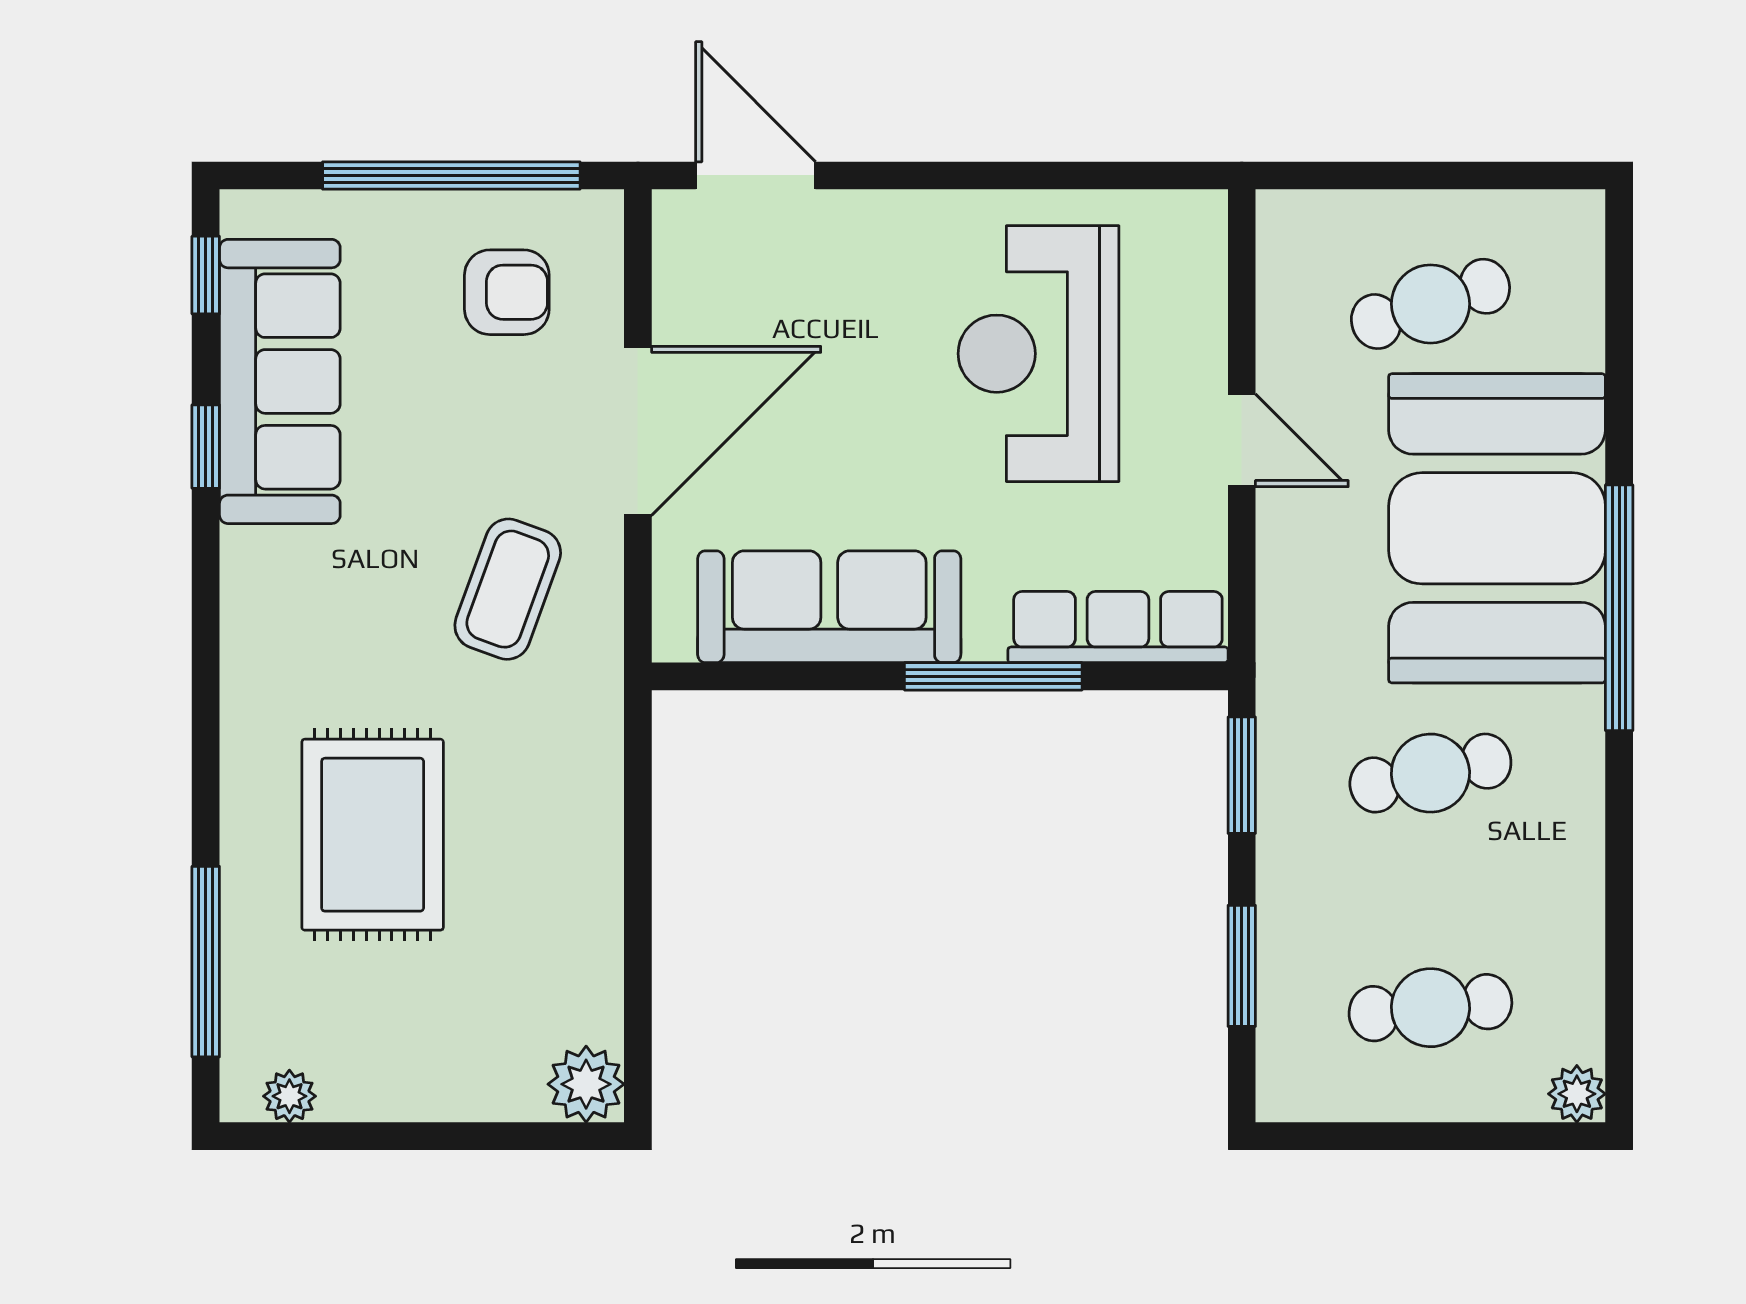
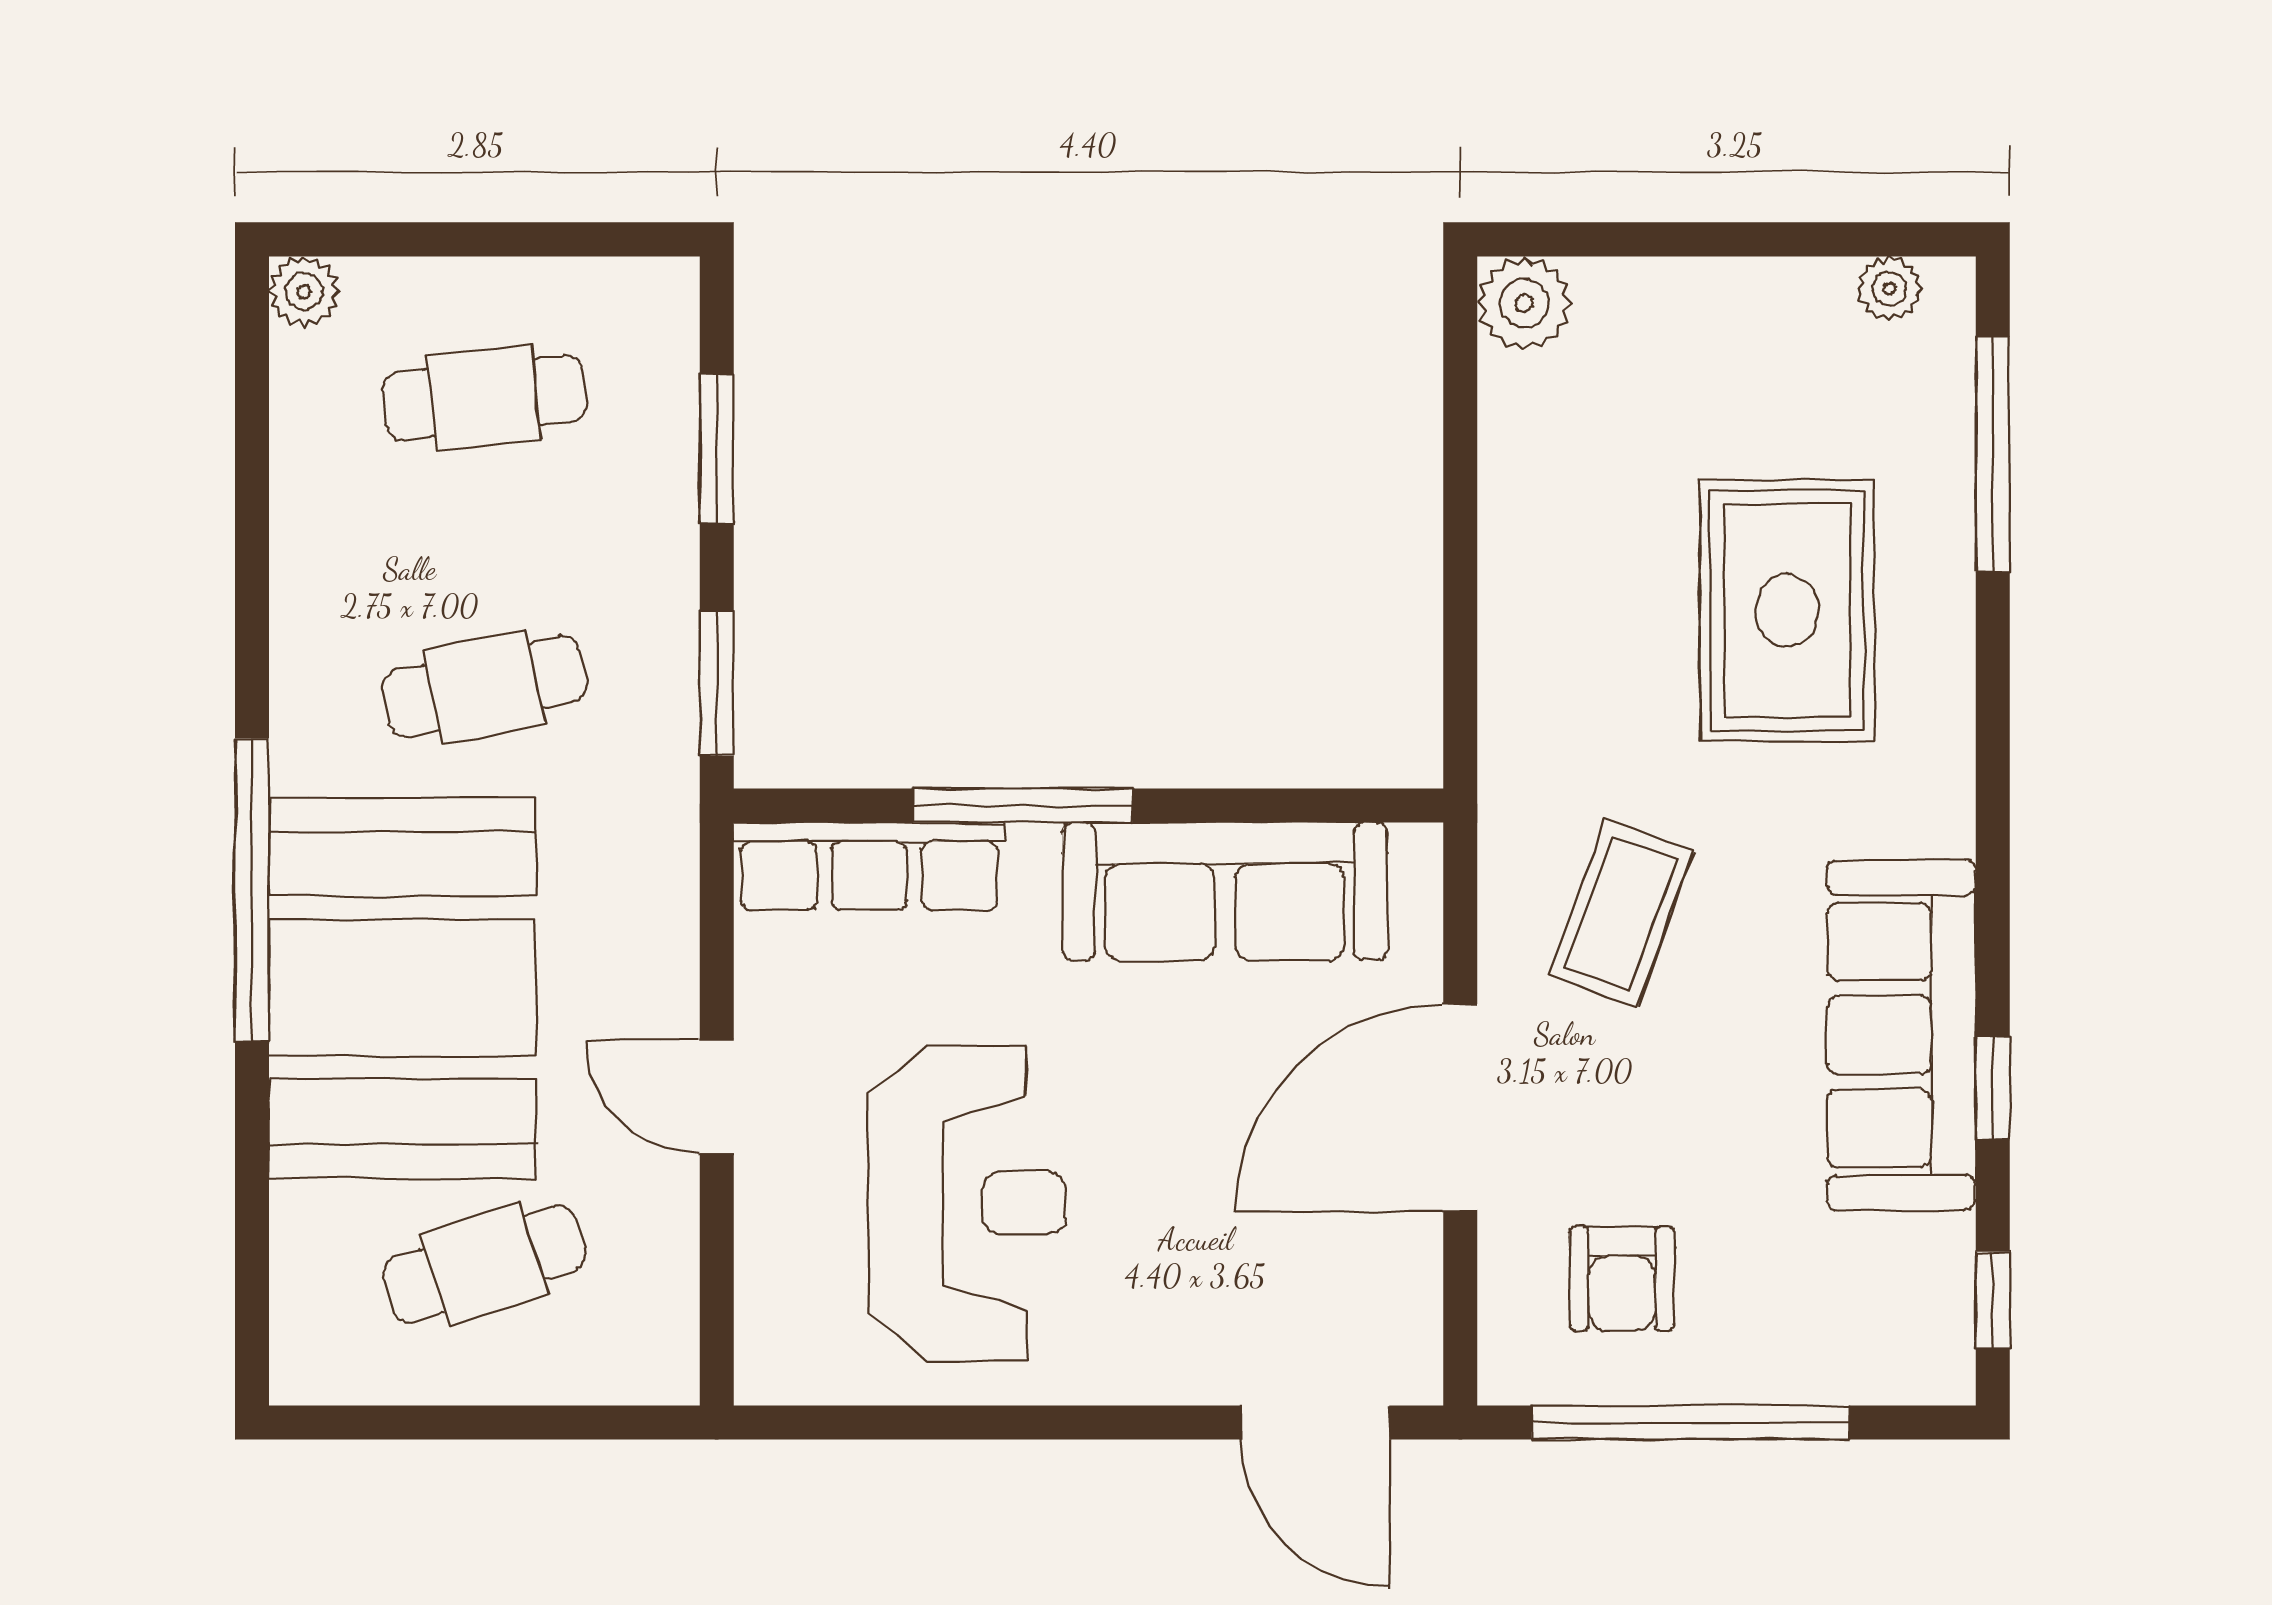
armchair: (507, 292) -> (1622, 1279), turned -90
sofa: (280, 381) -> (1901, 1035), moved

